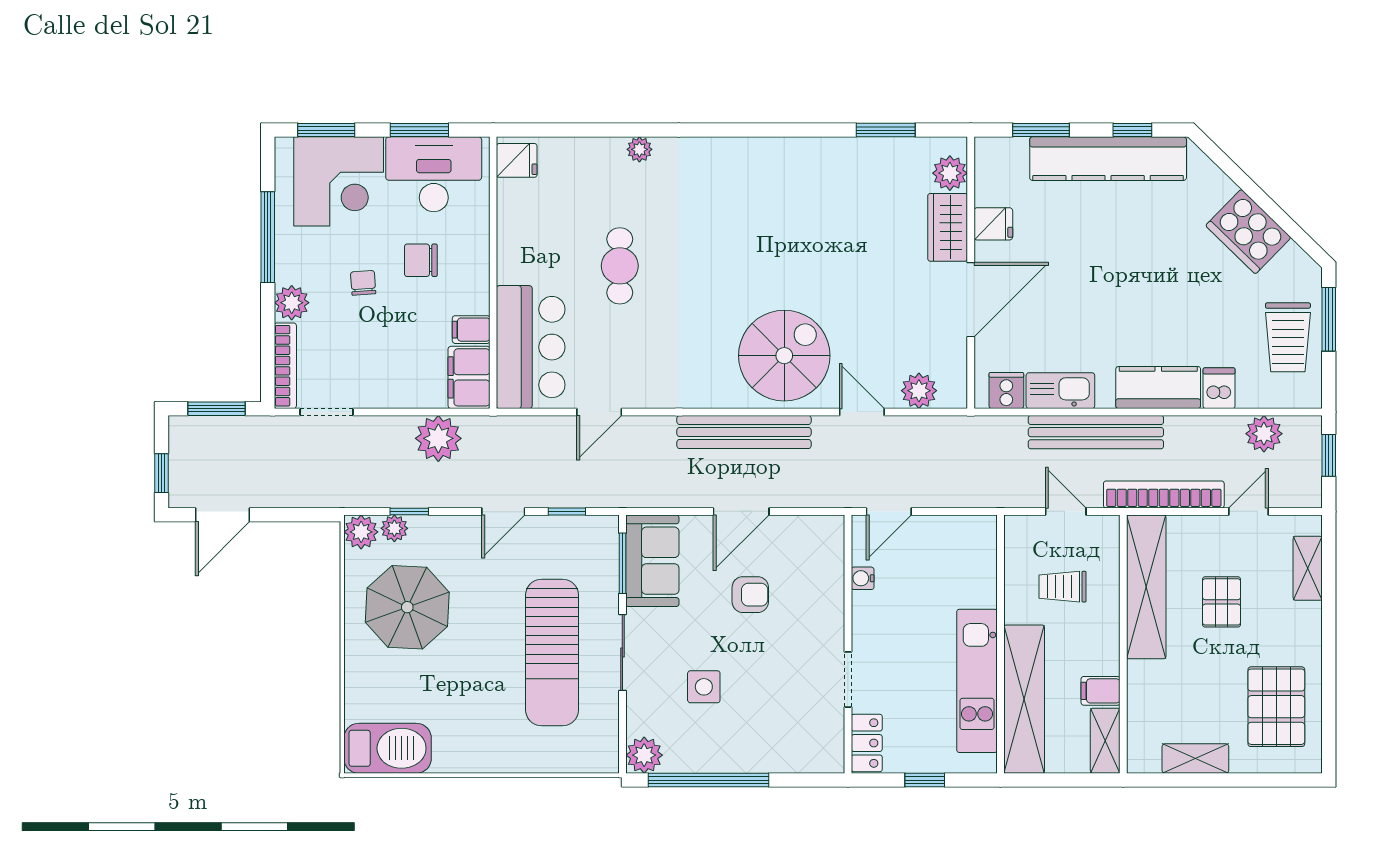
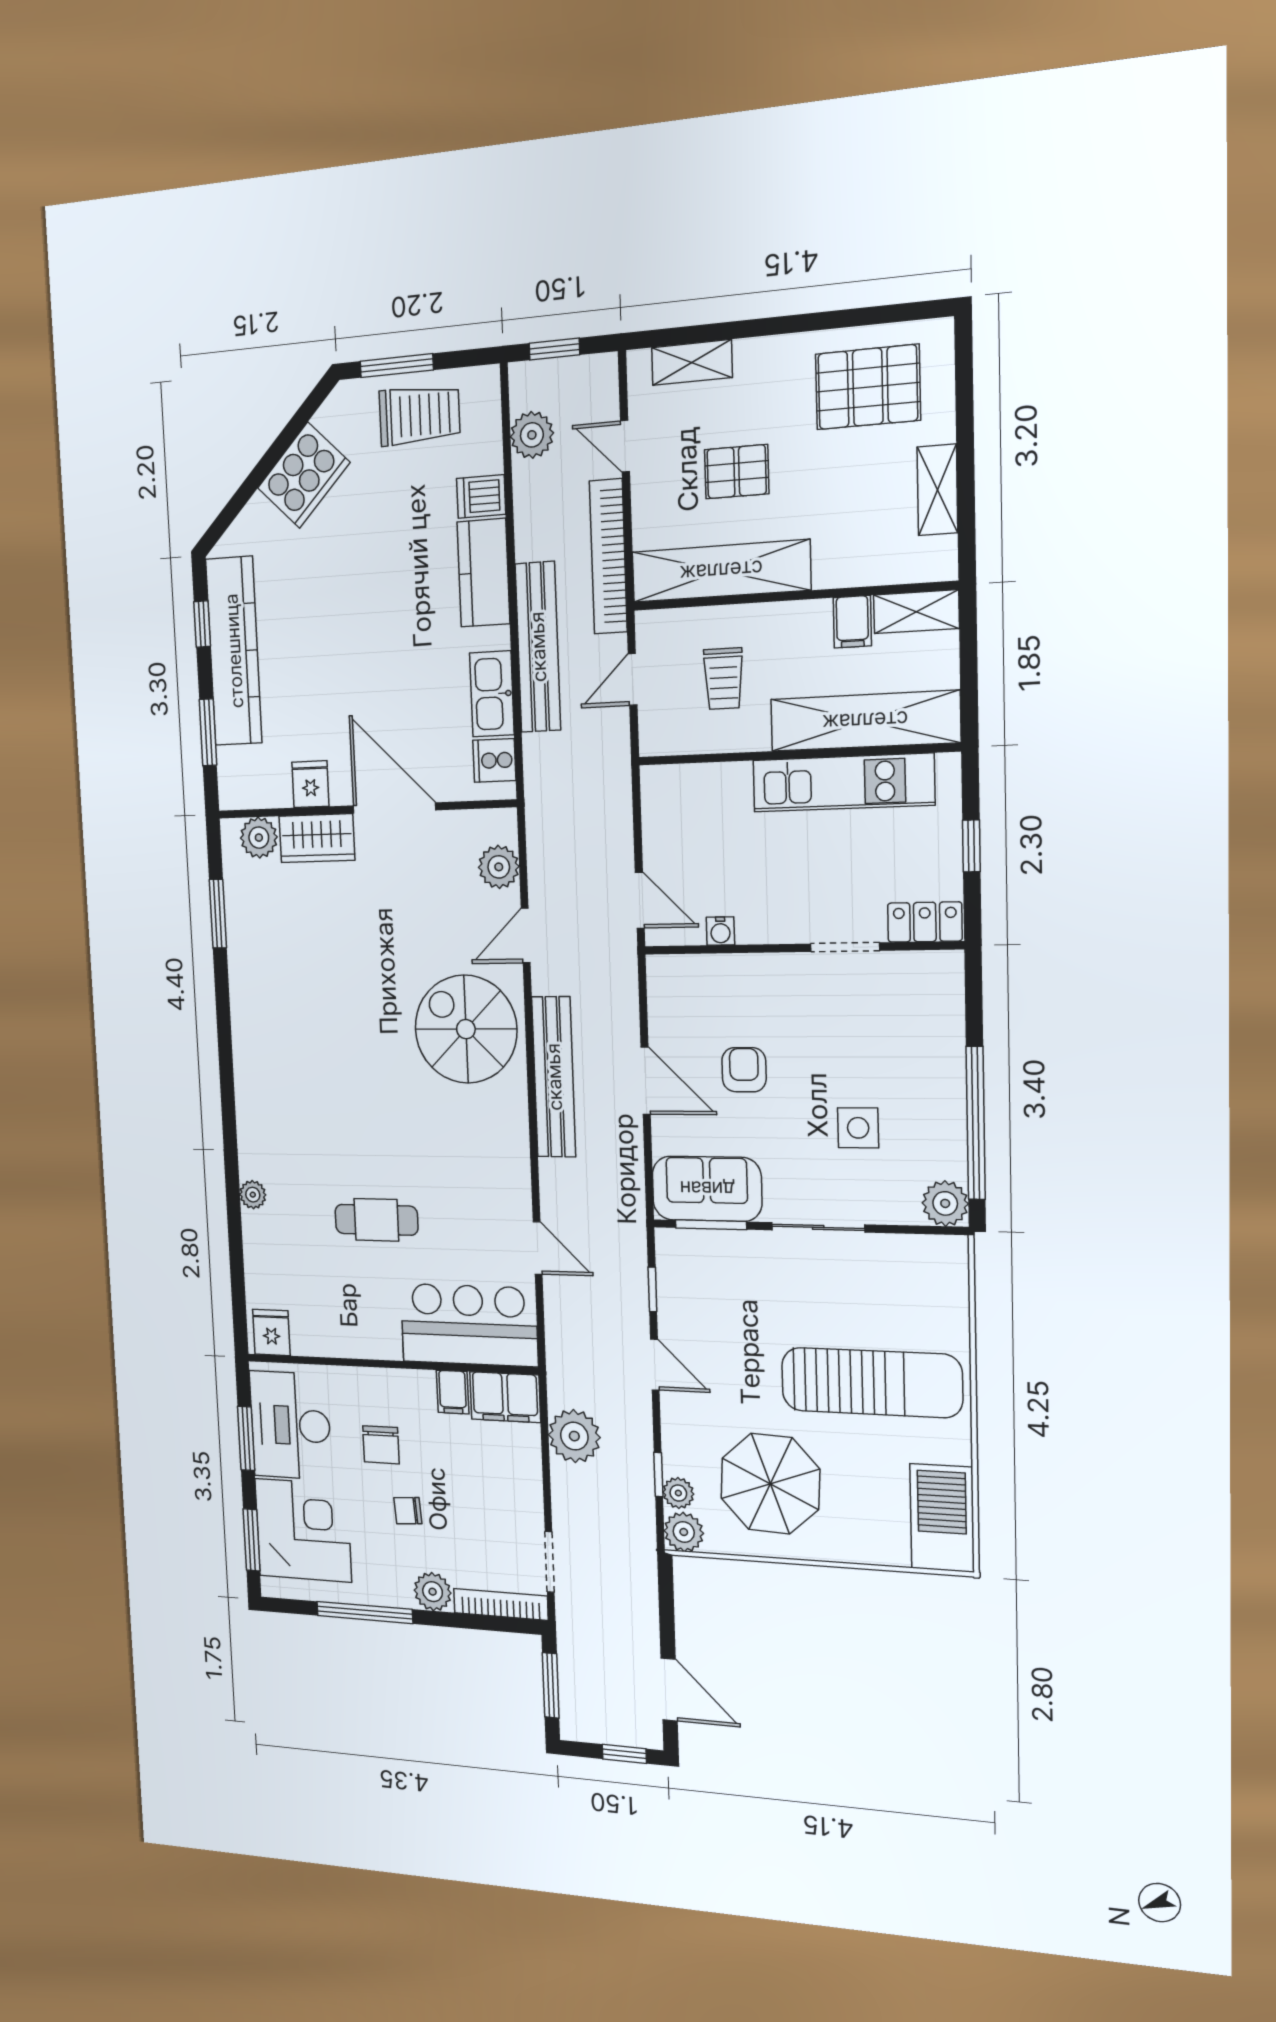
sun lounger: (552, 653) -> (871, 1383), moved

